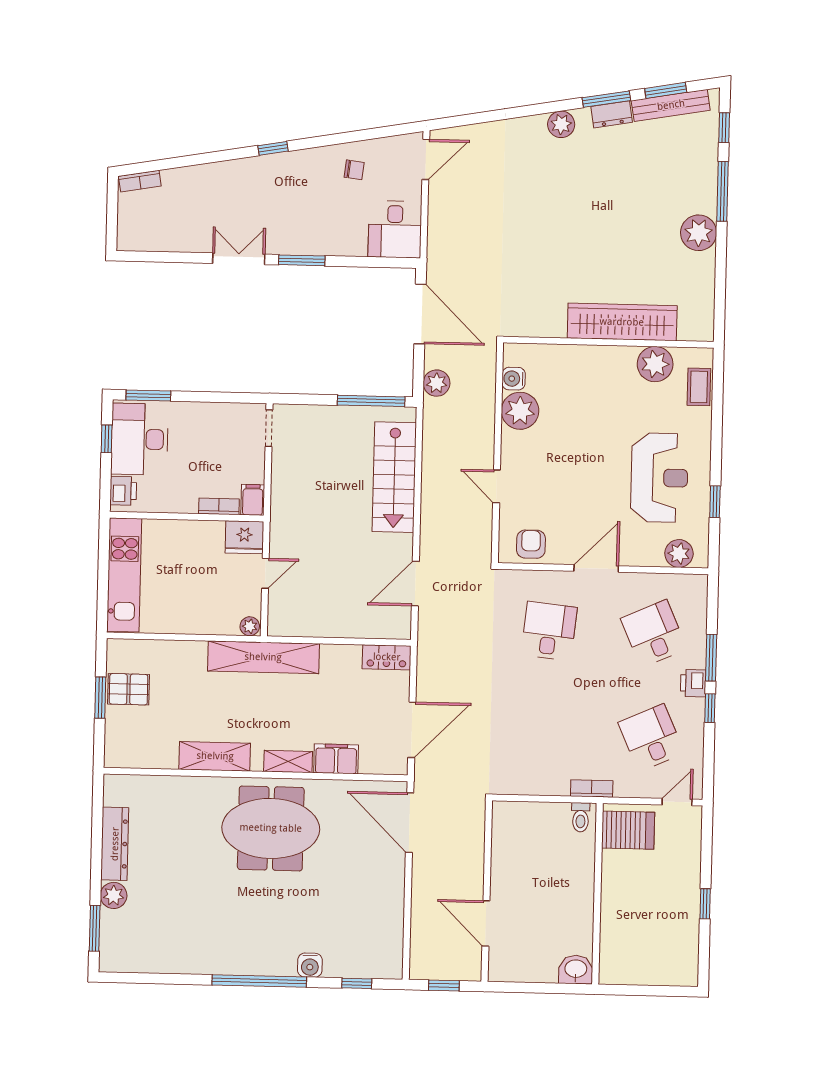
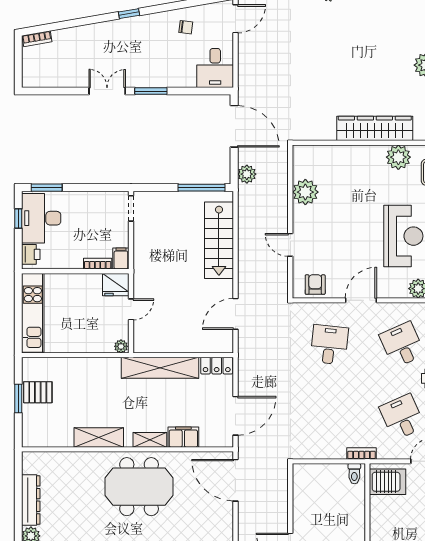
water cooler: (514, 379) -> (300, 170), removed
shelving: (263, 657) -> (160, 368), moved

